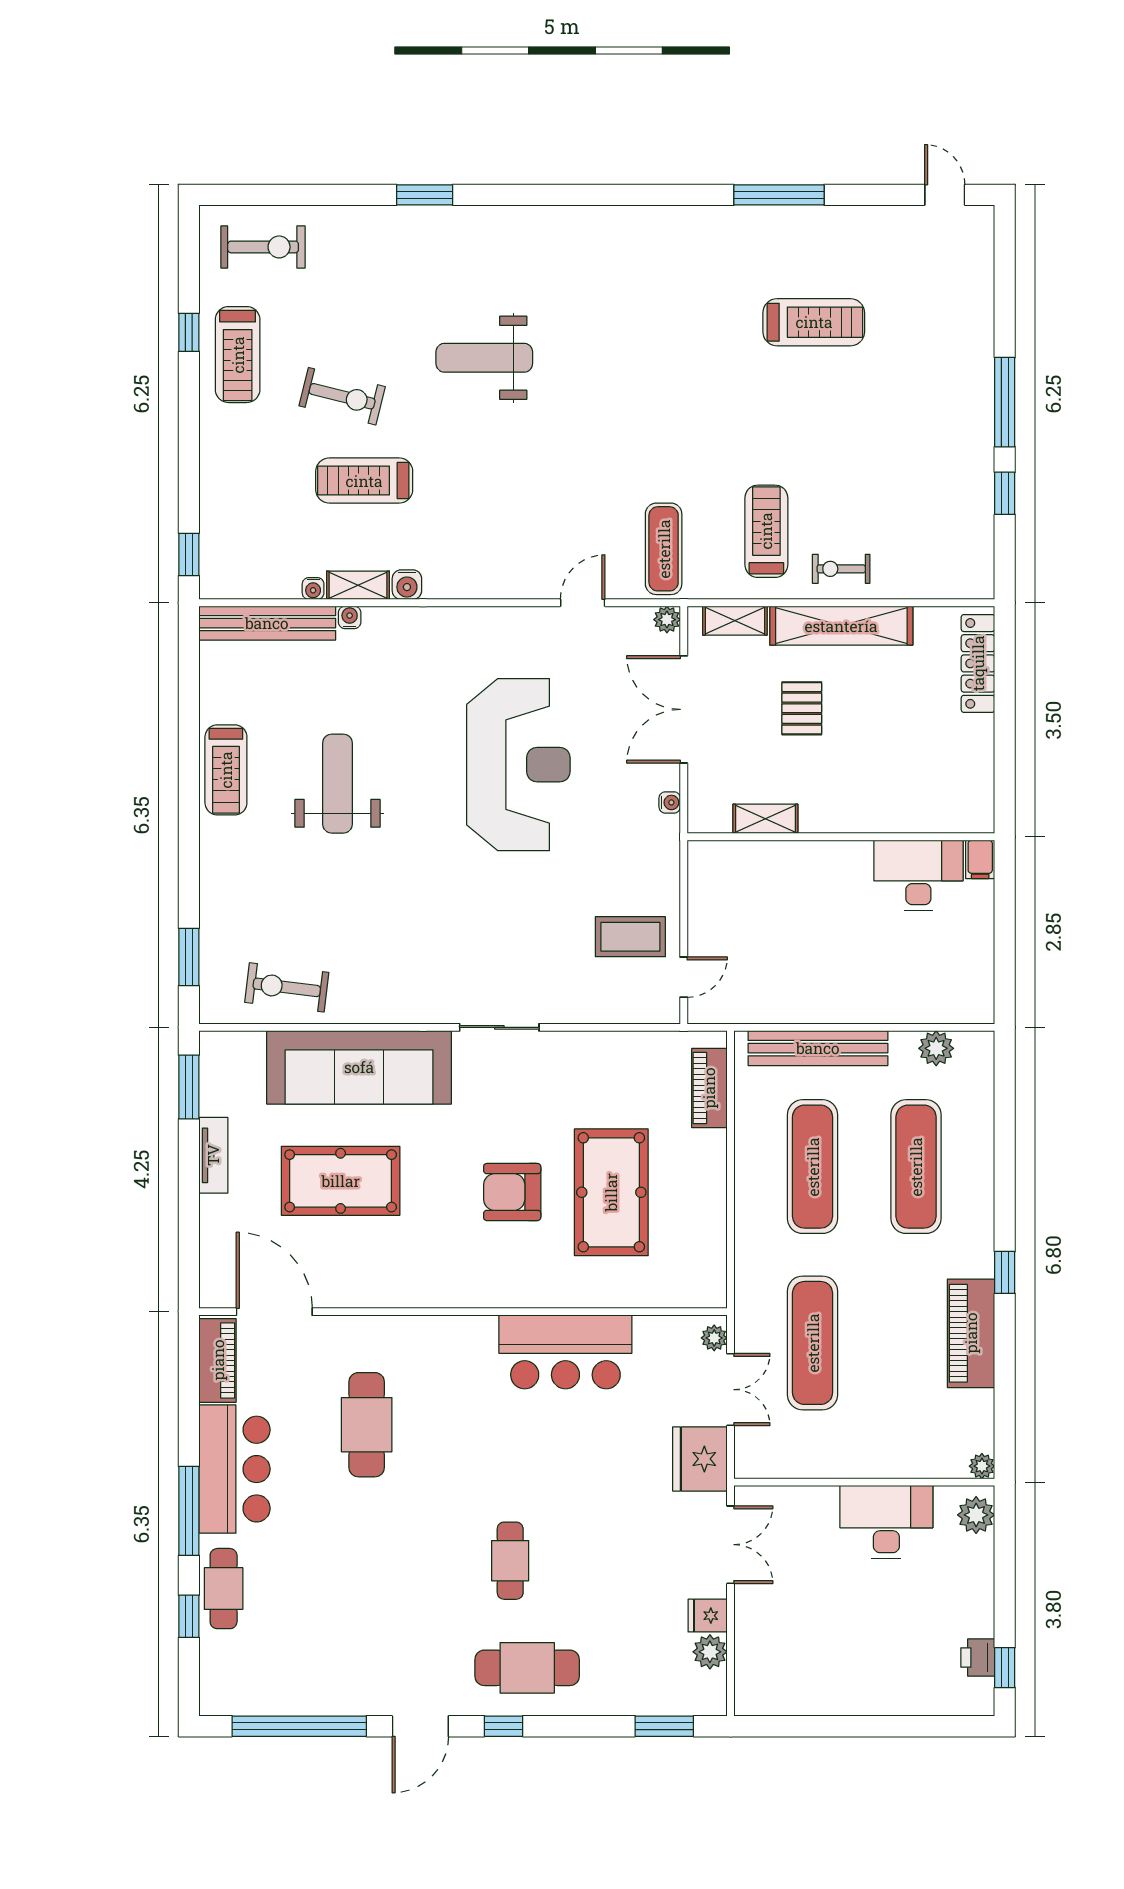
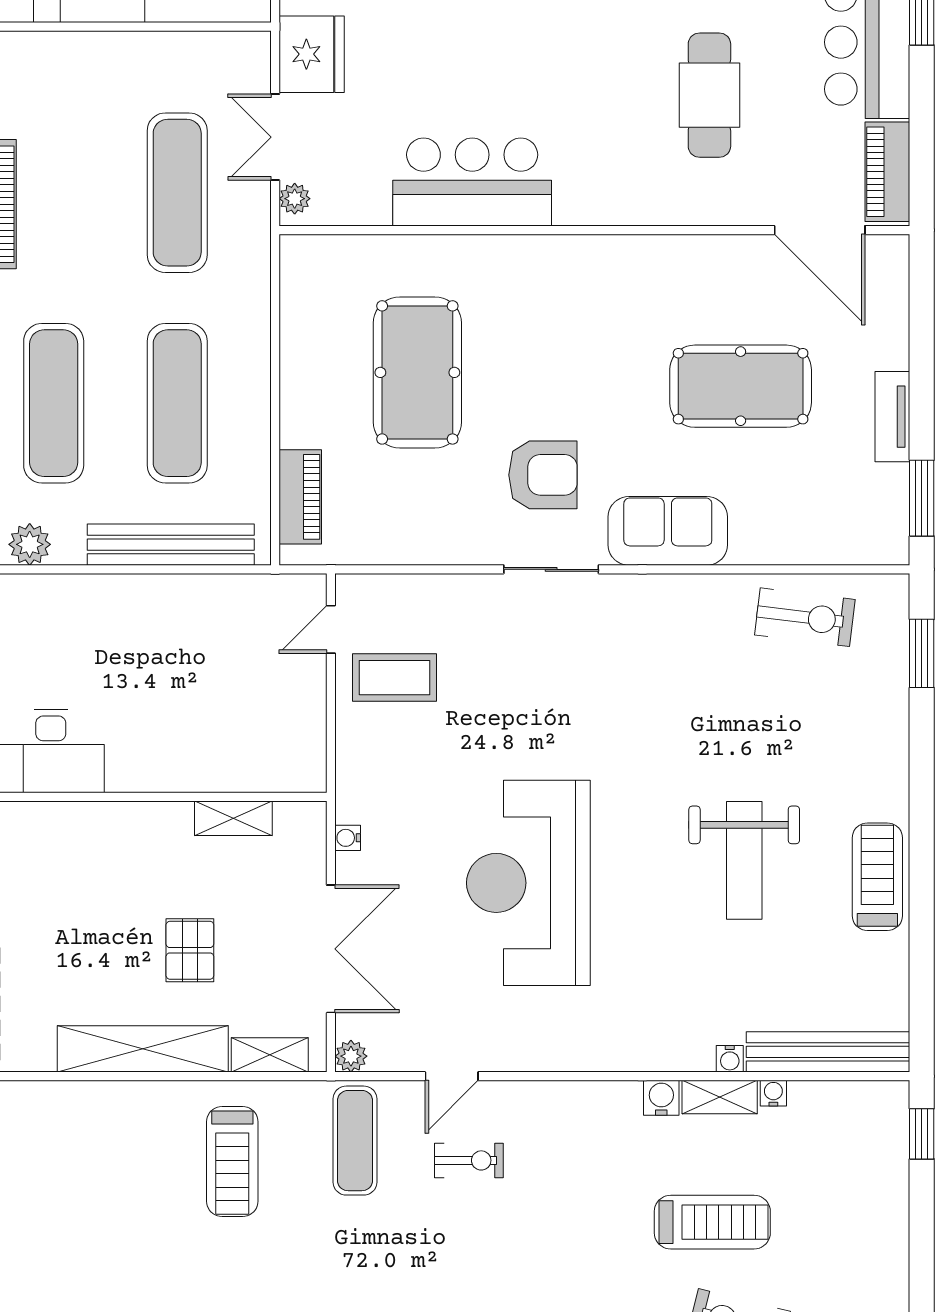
exercise bike: (841, 569) -> (469, 1160), moved
sofa: (359, 1067) -> (668, 531), width x0.54, depth x0.79
armchair: (512, 1192) -> (543, 475), moved

